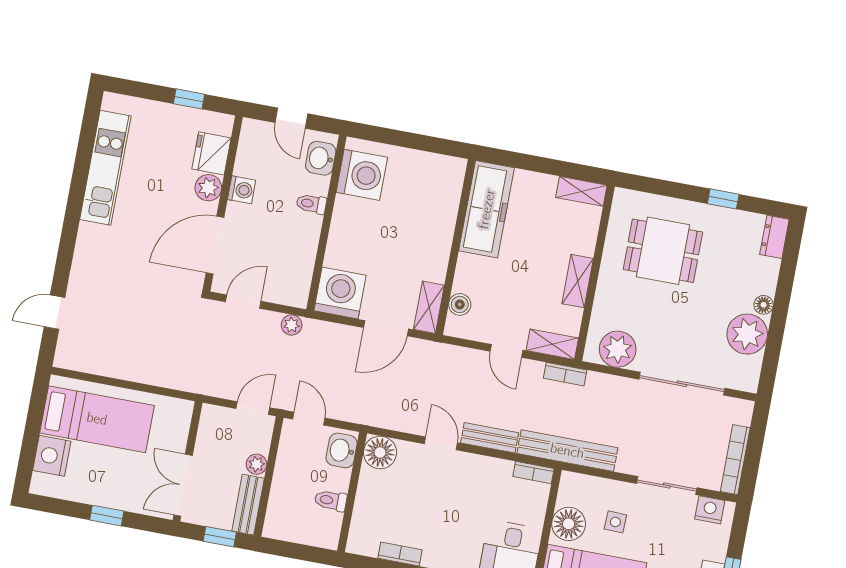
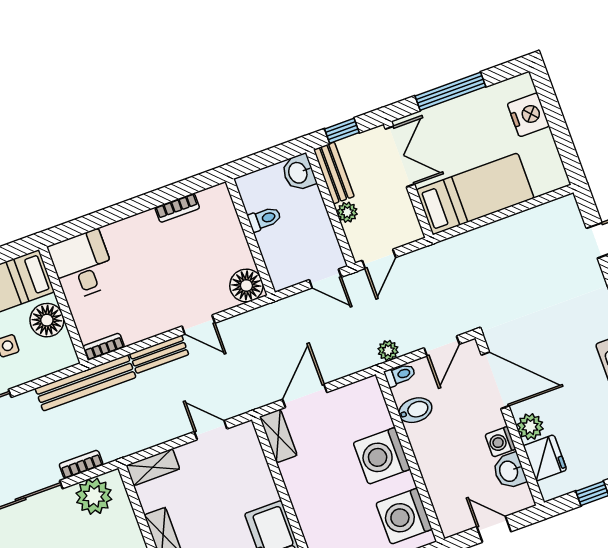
washbasin: (321, 158) -> (509, 471), moved, turned 180
toilet: (311, 204) -> (400, 375), moved
door: (215, 245) -> (495, 380), hinge flipped
bidet: (298, 260) -> (415, 410), added
washing machine: (340, 293) -> (382, 456), moved, turned 90
boiler: (460, 304) -> (253, 454), removed
door: (506, 351) -> (211, 430), moved
bookcase: (565, 374) -> (81, 464), moved
bed: (97, 419) -> (475, 194), moved, turned 180
washbasin: (342, 450) -> (299, 172), moved, turned 180
window: (107, 516) -> (450, 91), width x2.17

